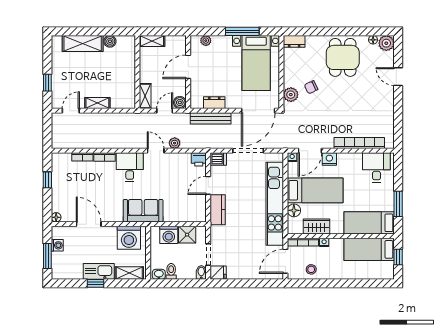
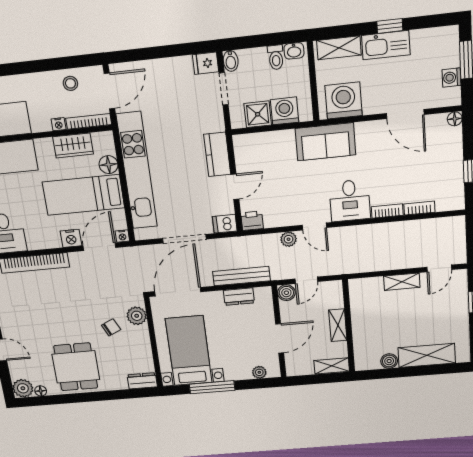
shelving: (145, 96) -> (338, 325), moved

